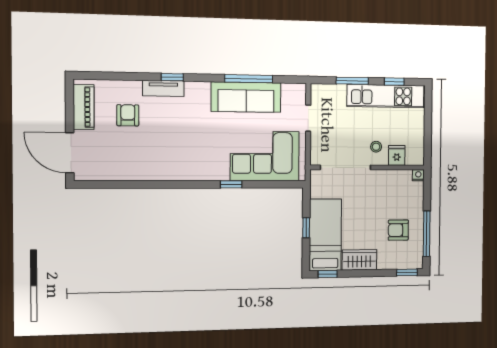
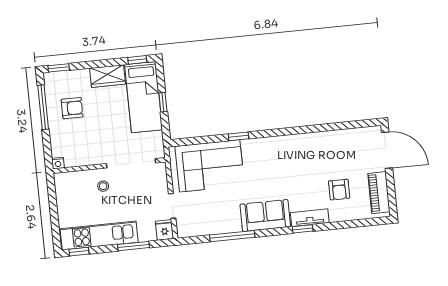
window: (394, 82) -> (79, 252), moved
sofa: (246, 97) -> (265, 215), moved, width x0.73
fridge: (397, 155) -> (164, 230), moved, turned 180

